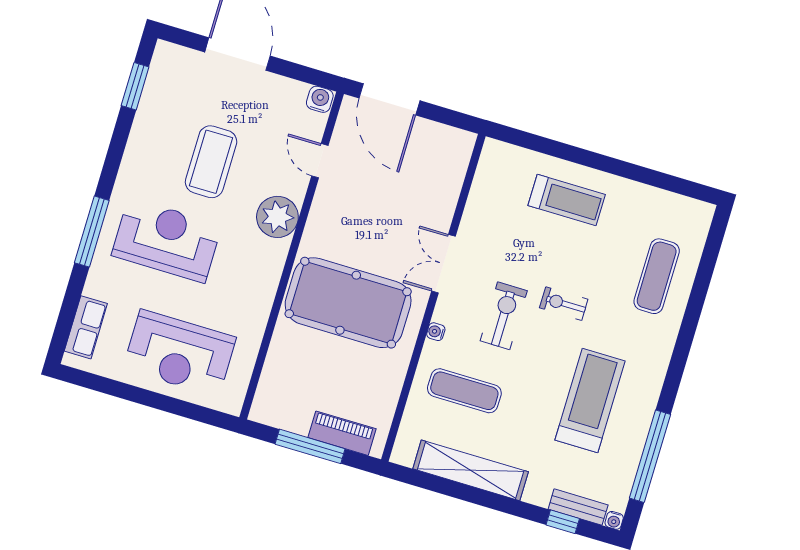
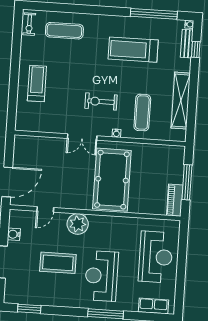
water cooler: (320, 99) -> (14, 234), moved
exercise bike: (564, 304) -> (29, 24), moved
piano: (342, 433) -> (175, 200), moved

